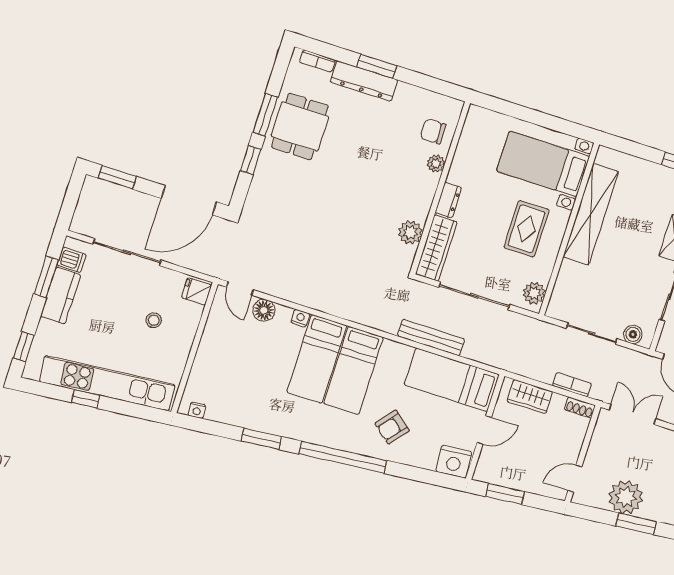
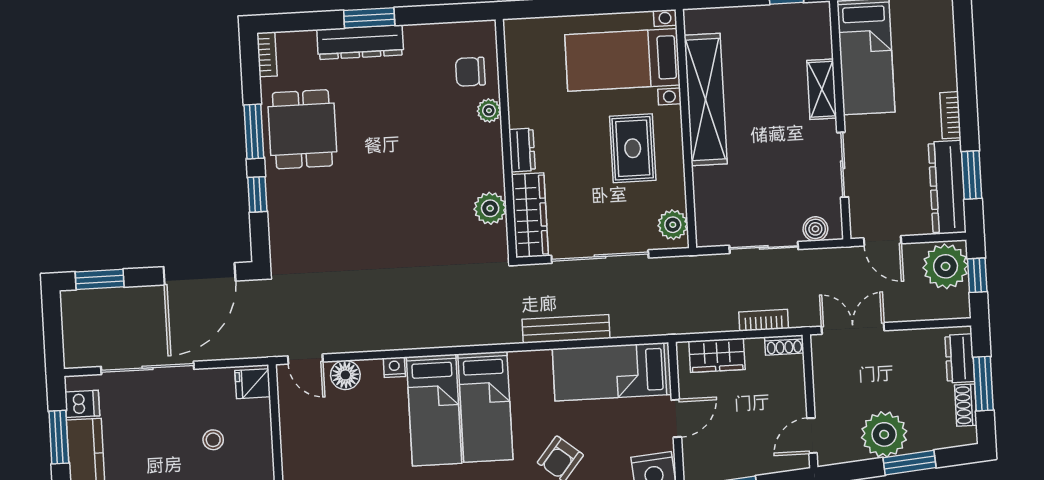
bookcase: (317, 61) -> (267, 54), moved, turned -90

